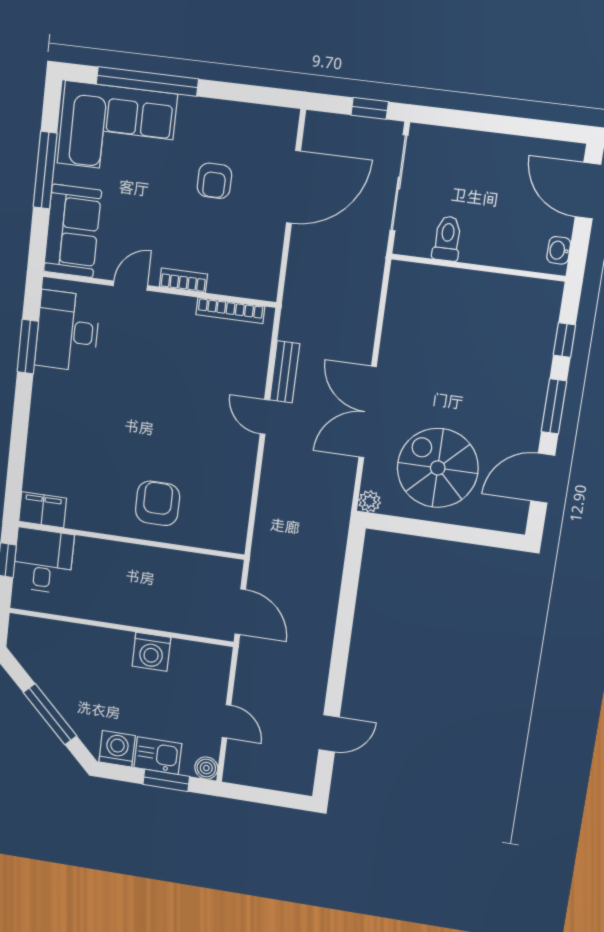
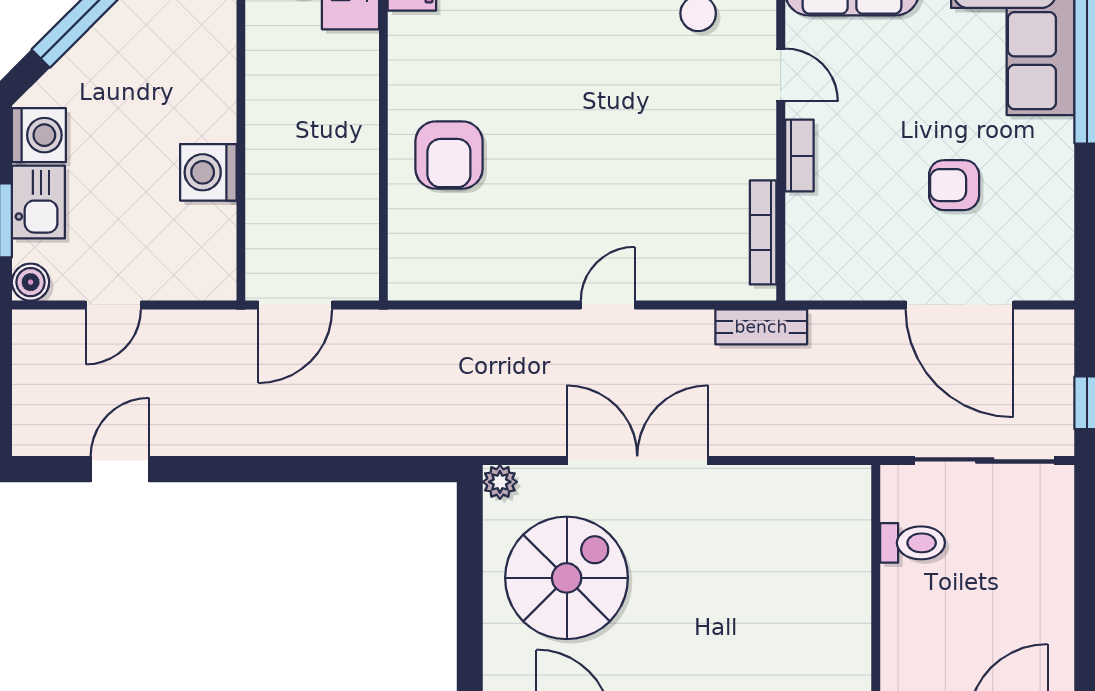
bench: (285, 372) -> (761, 327), moved
armchair: (158, 503) -> (449, 155), turned 90
door: (329, 733) -> (120, 469), swing flipped

